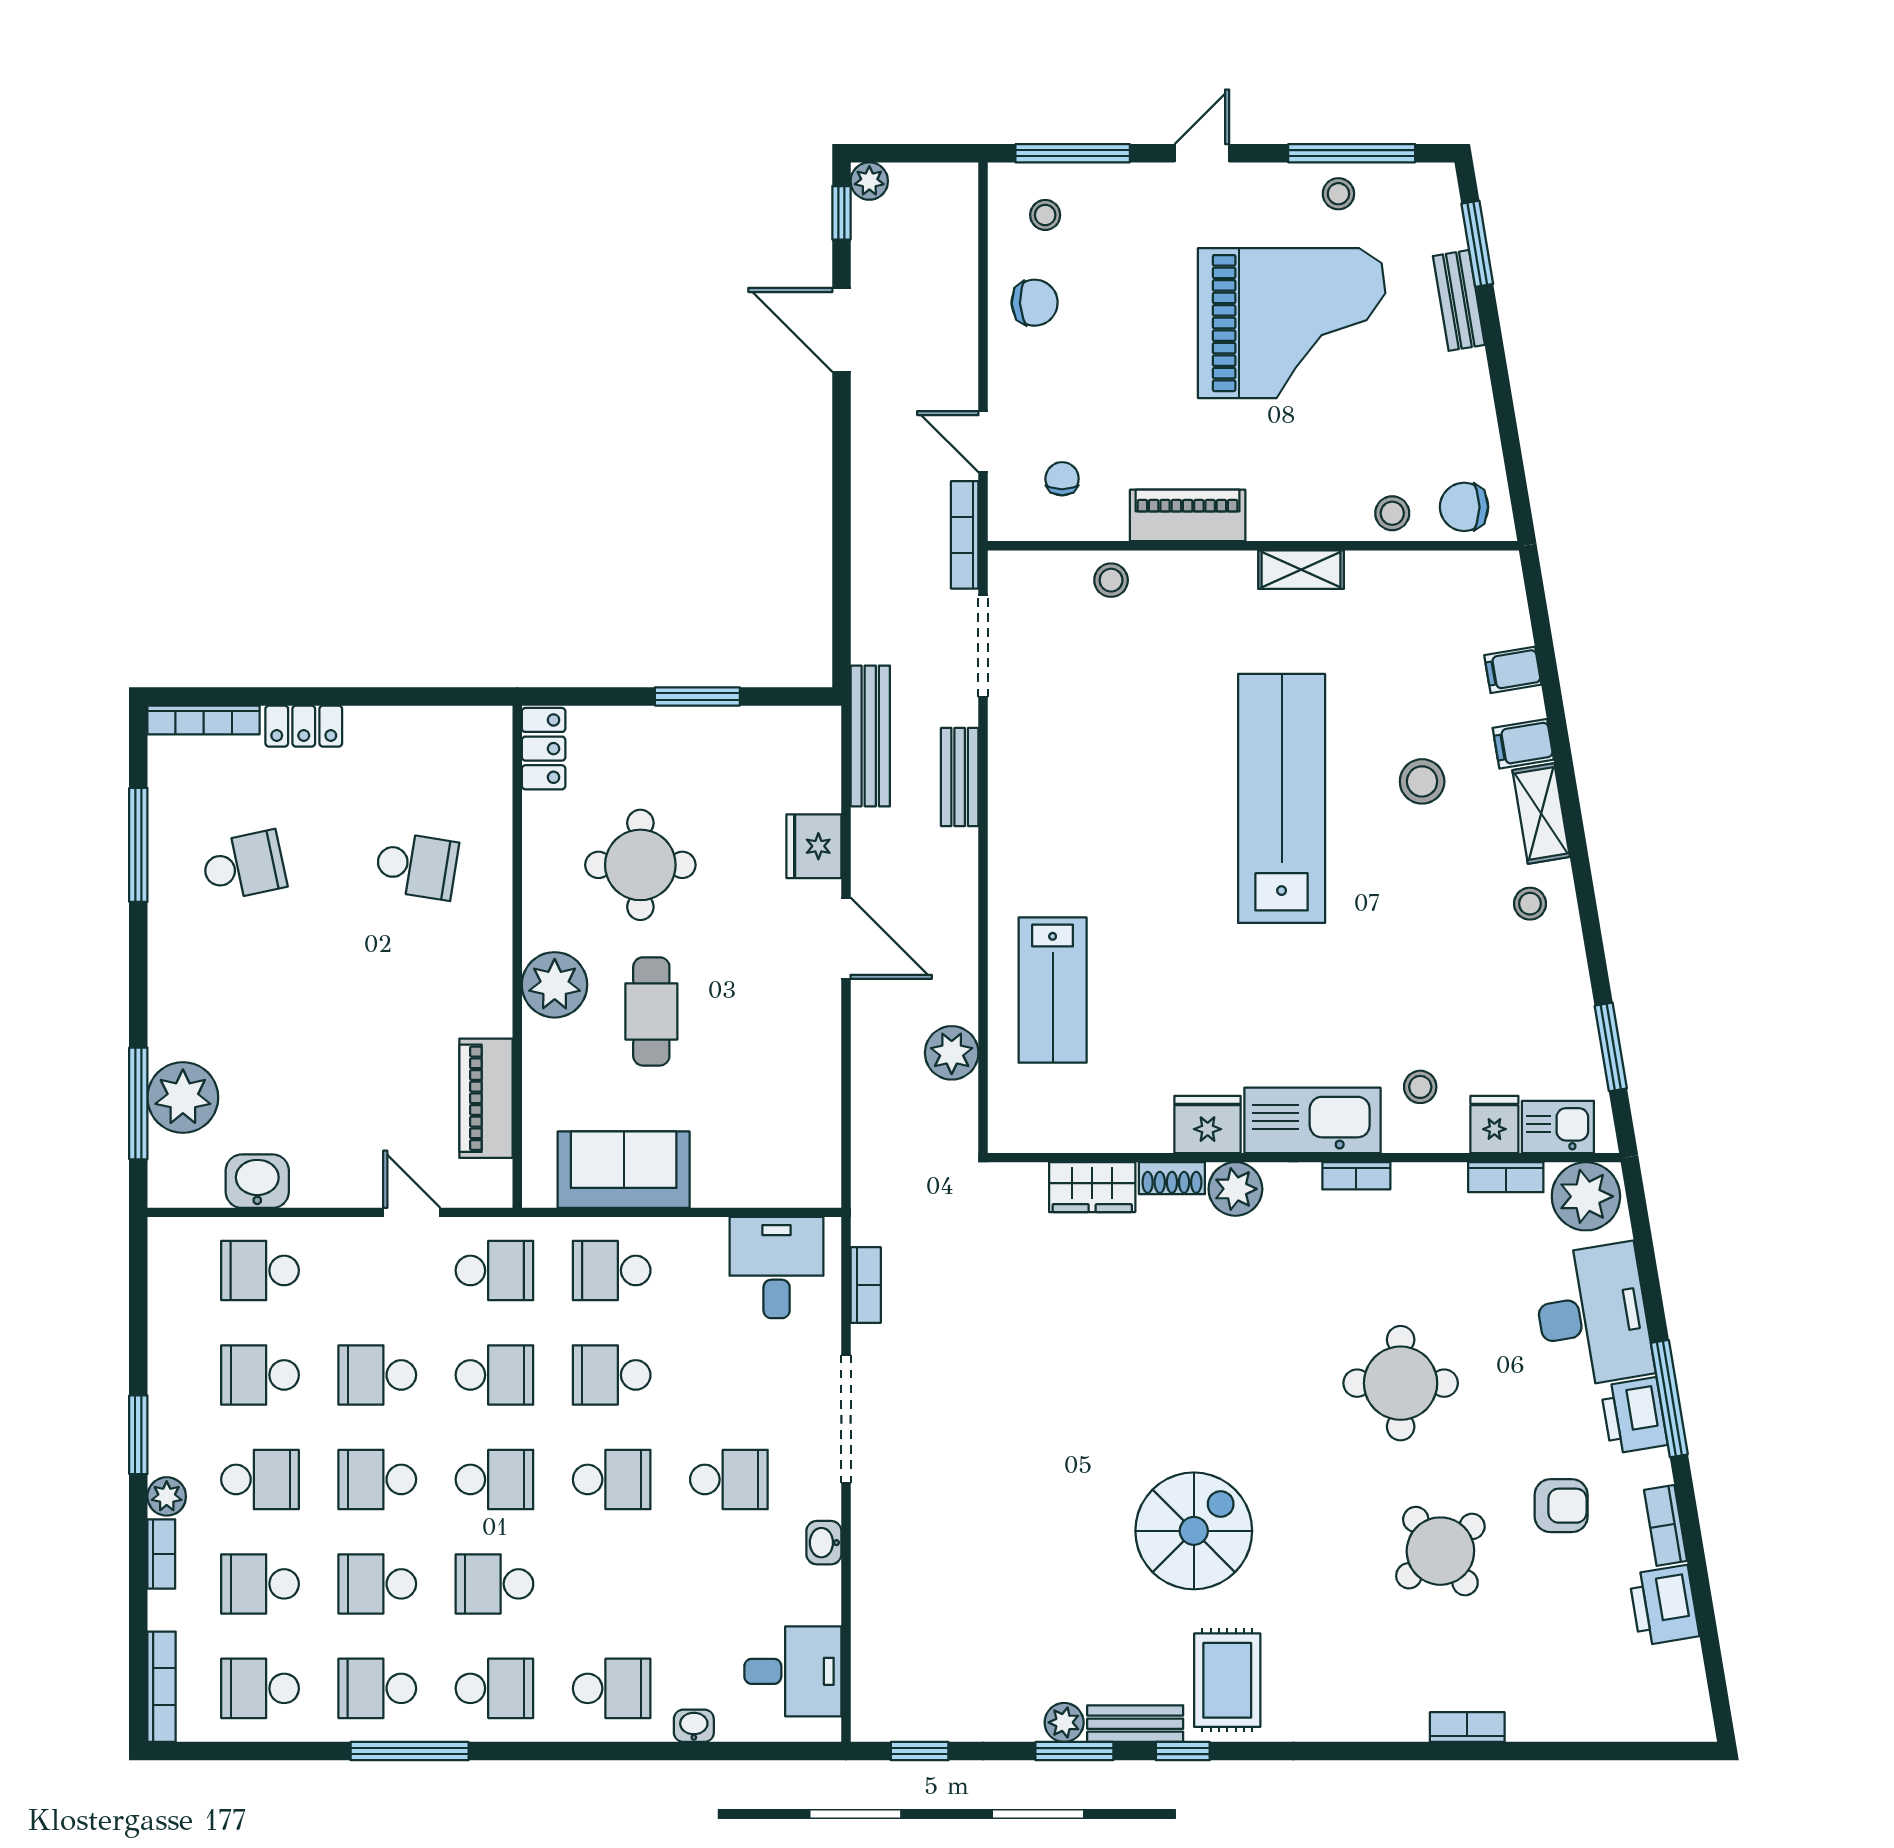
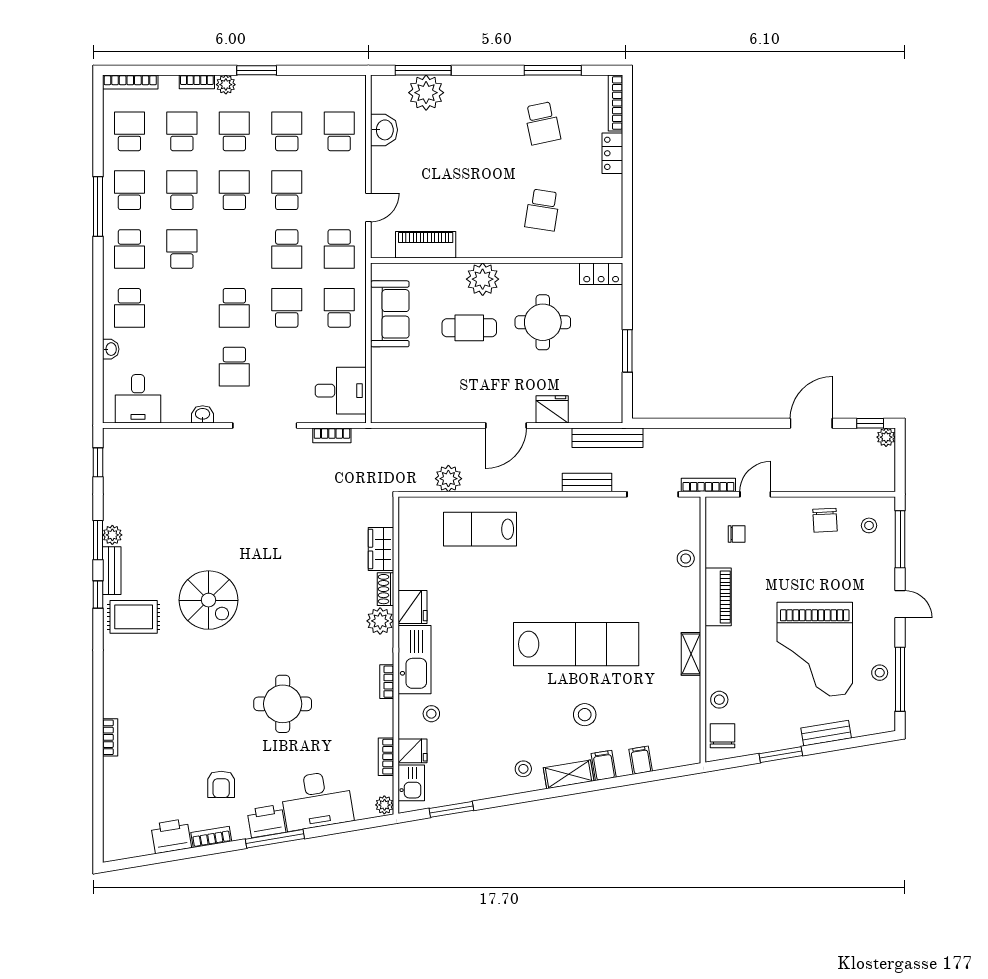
window: (1477, 244) -> (781, 755), moved
plant: (1586, 1196) -> (384, 805), width x0.53, depth x0.53
school desk: (260, 1479) -> (234, 131), turned 180
school desk: (494, 1479) -> (234, 249), removed
round table: (1440, 1551) -> (198, 724), removed

